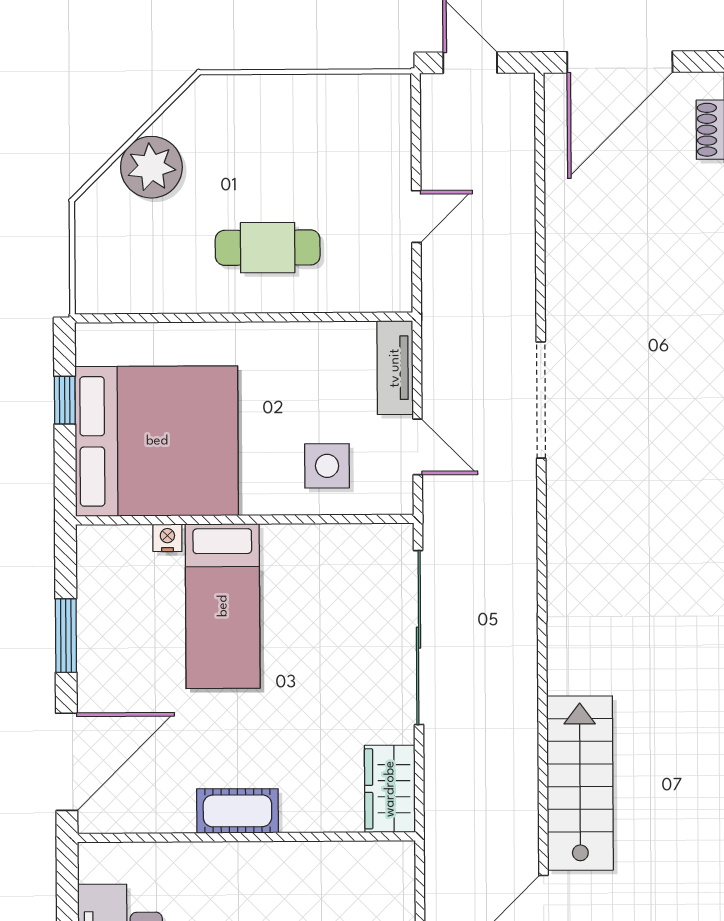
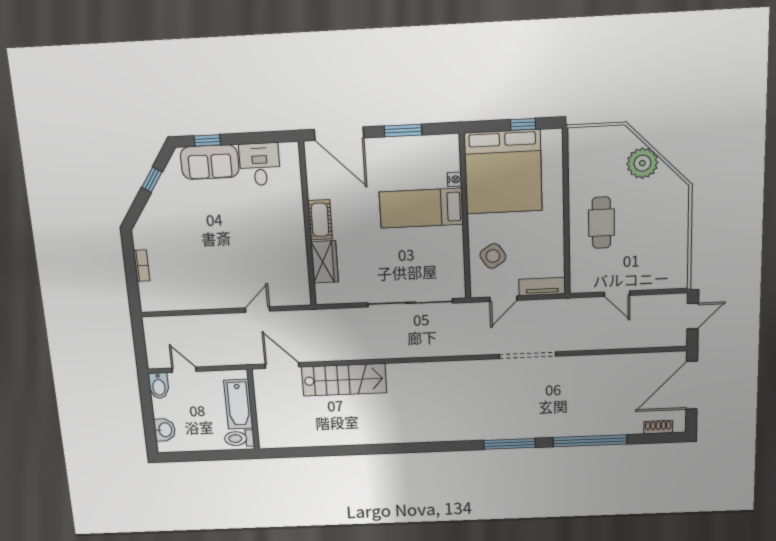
door: (620, 62) -> (692, 385), hinge flipped
side table: (327, 466) -> (493, 256), turned -33
wardrobe: (390, 789) -> (325, 262), moved, turned 90

